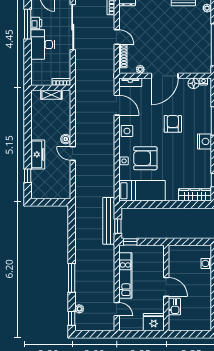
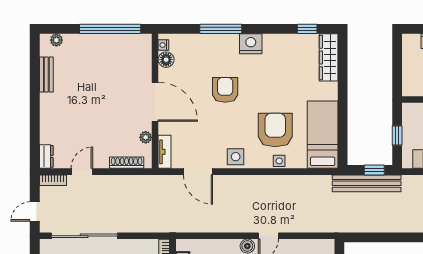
door: (117, 37) -> (82, 172), moved
door: (117, 105) -> (198, 172), swing flipped
armchair: (173, 124) -> (225, 90), turned 90
armchair: (145, 158) -> (275, 130), turned 180
window: (130, 242) -> (397, 136), moved

